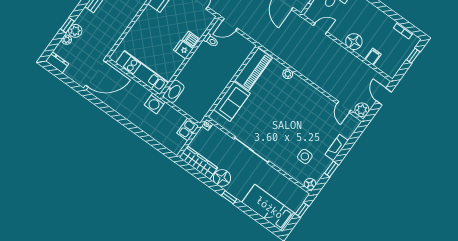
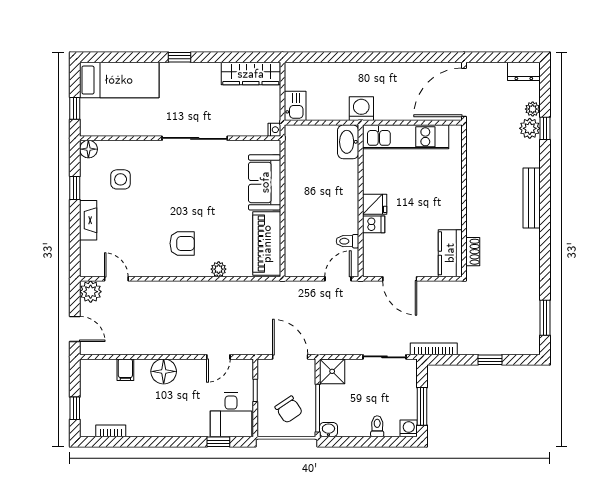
armchair: (297, 101) -> (182, 243), added
floor lamp: (222, 178) -> (207, 76), removed

